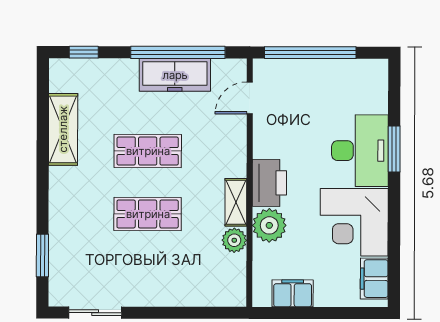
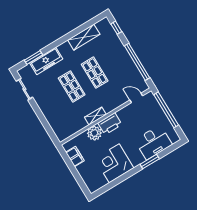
freezer: (175, 75) -> (46, 61), moved, turned -90
desk: (360, 151) -> (153, 142), moved
plant: (234, 240) -> (81, 124), removed
filing cabinet: (374, 279) -> (98, 183), removed

